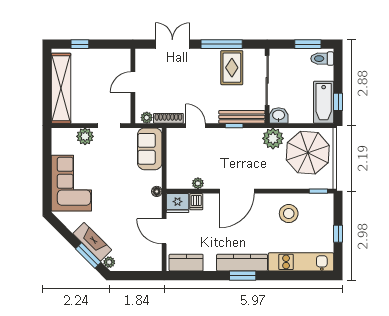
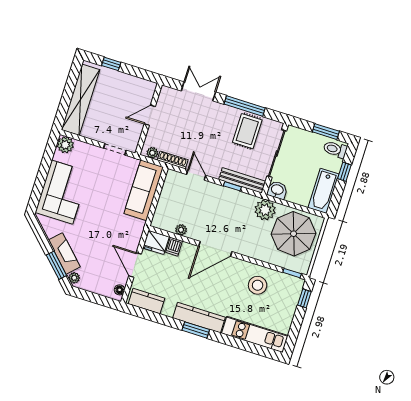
window: (338, 102) -> (344, 172), moved
plant: (85, 136) -> (65, 145), moved
sofa: (150, 149) -> (144, 190), width x1.36
floor lamp: (157, 191) -> (120, 290), moved
window: (338, 234) -> (304, 298), moved

